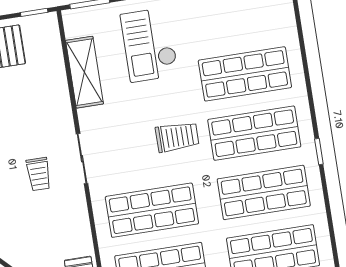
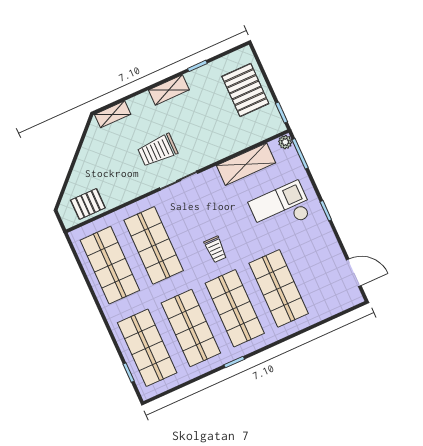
plant: (71, 18) -> (285, 142), added
trolley: (177, 137) -> (216, 249), width x0.73, depth x0.72
trolley: (39, 174) -> (158, 150), width x1.36, depth x1.39

